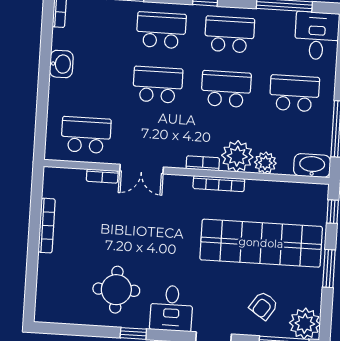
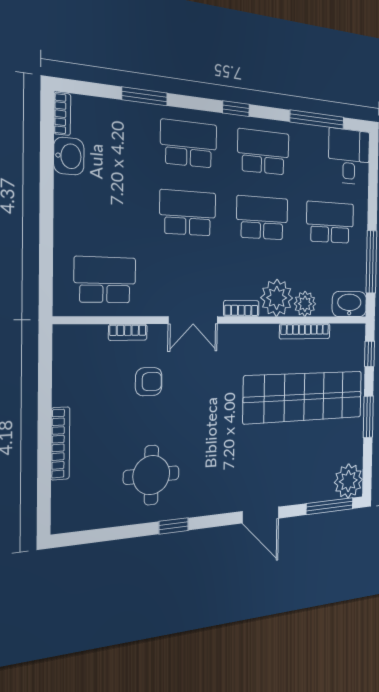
washbasin: (61, 64) -> (69, 156), moved
double door: (142, 169) -> (193, 320), moved
bookcase: (219, 184) -> (305, 331), moved
bookcase: (47, 226) -> (60, 443), moved
armchair: (264, 306) -> (149, 382), moved, turned -124
desk: (171, 308) -> (215, 487), removed

